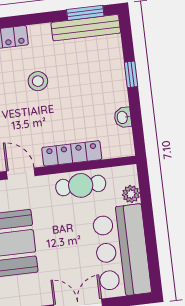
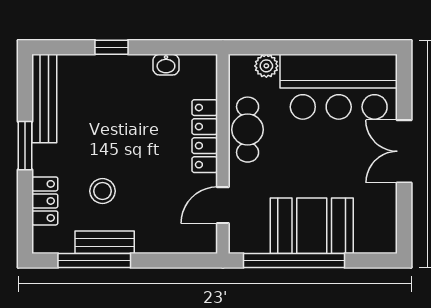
window: (85, 13) -> (25, 146), moved
stool: (38, 81) -> (103, 191), moved

